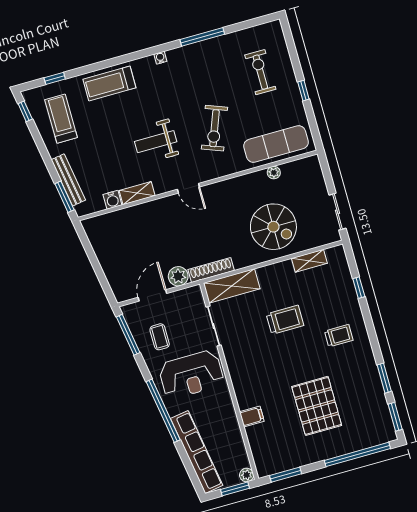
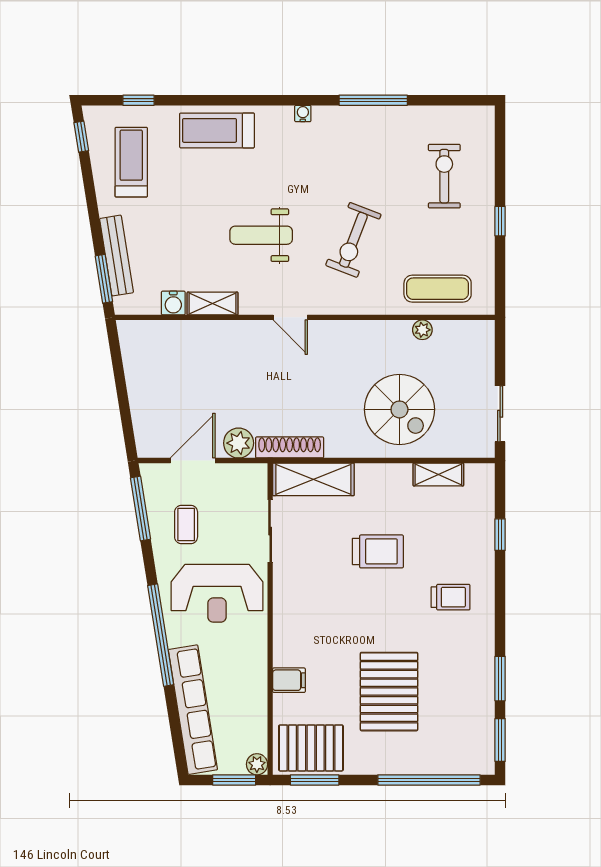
exercise mat: (276, 144) -> (438, 289), width x0.73, depth x0.69
pallet: (278, 455) -> (311, 748), added

